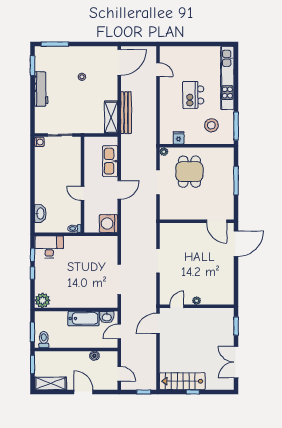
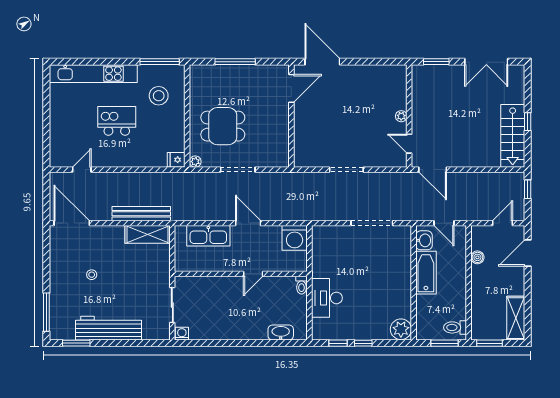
workbench: (41, 89) -> (109, 328), width x1.36, depth x1.32
kitchen island: (193, 95) -> (117, 121), turned 180
fridge: (179, 138) -> (176, 160), moved
desk: (49, 247) -> (327, 298), moved
door: (83, 392) -> (528, 253), moved

